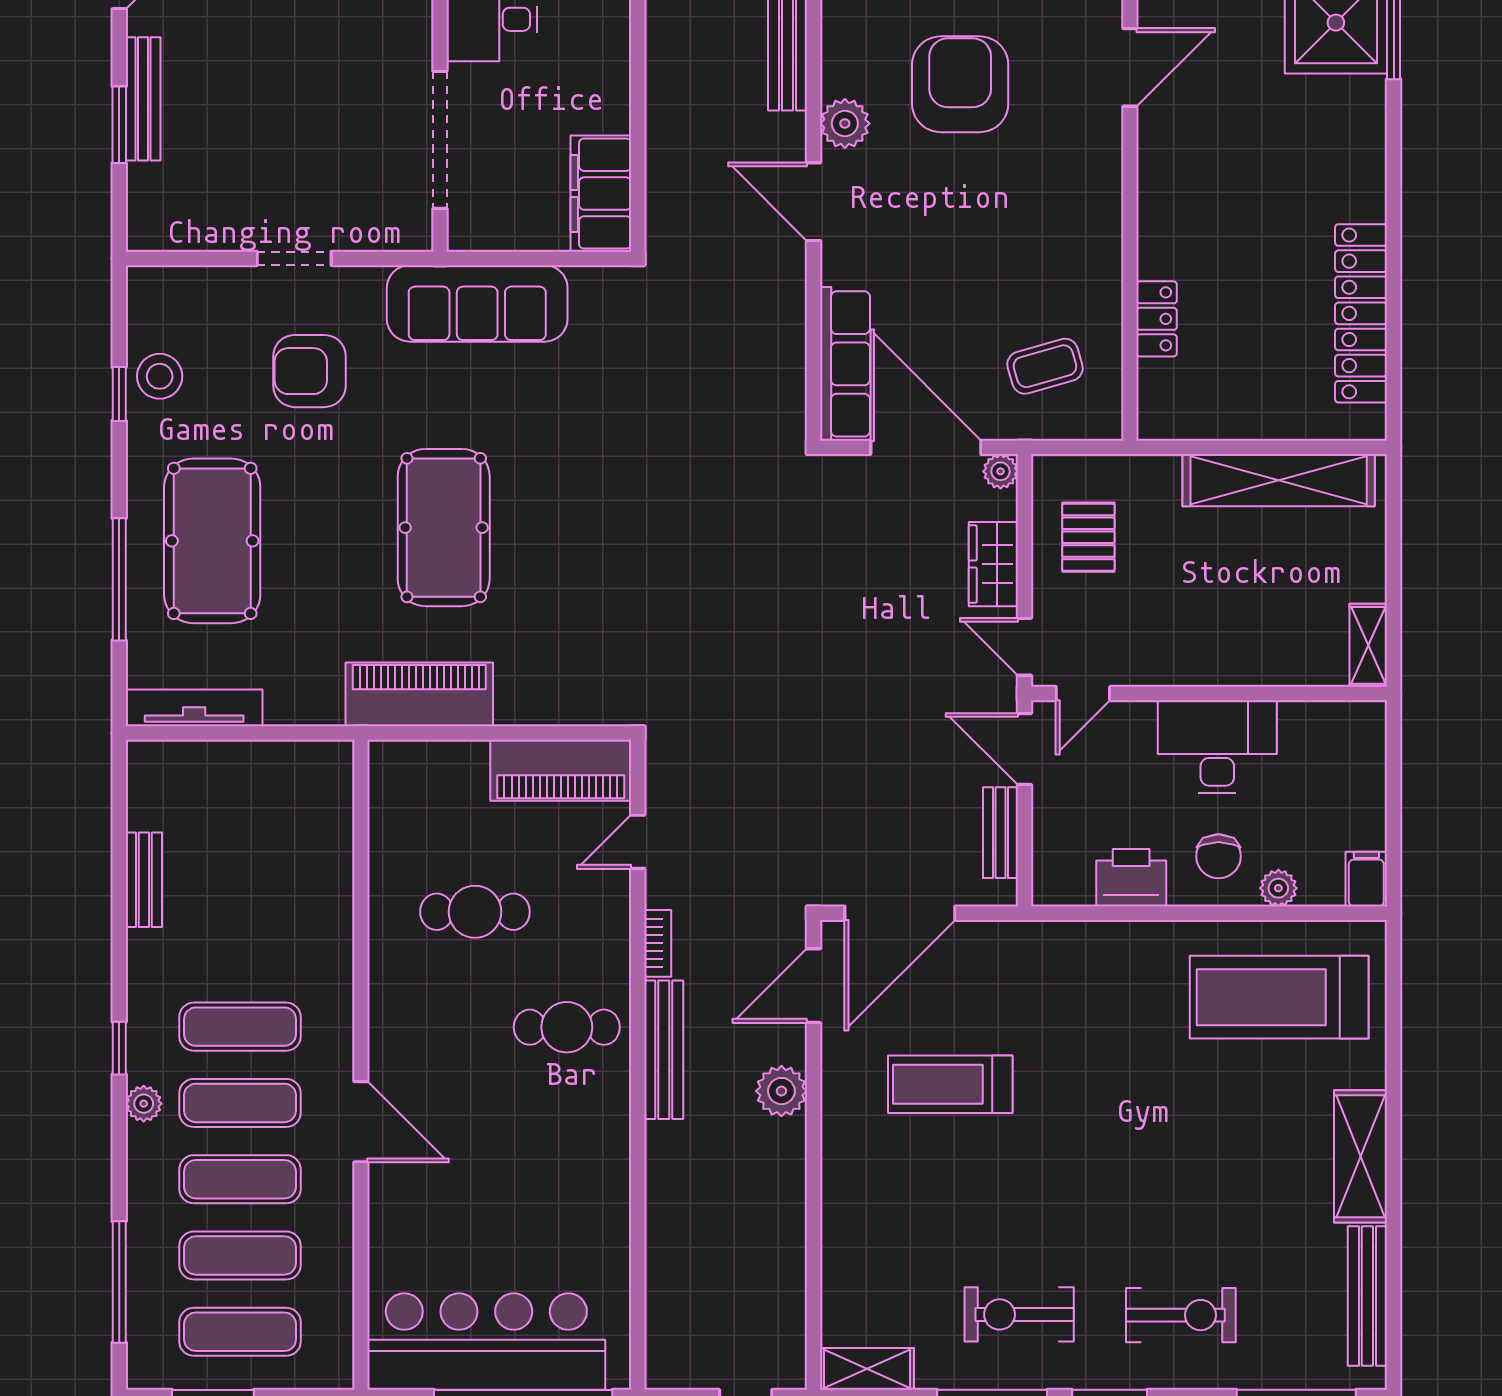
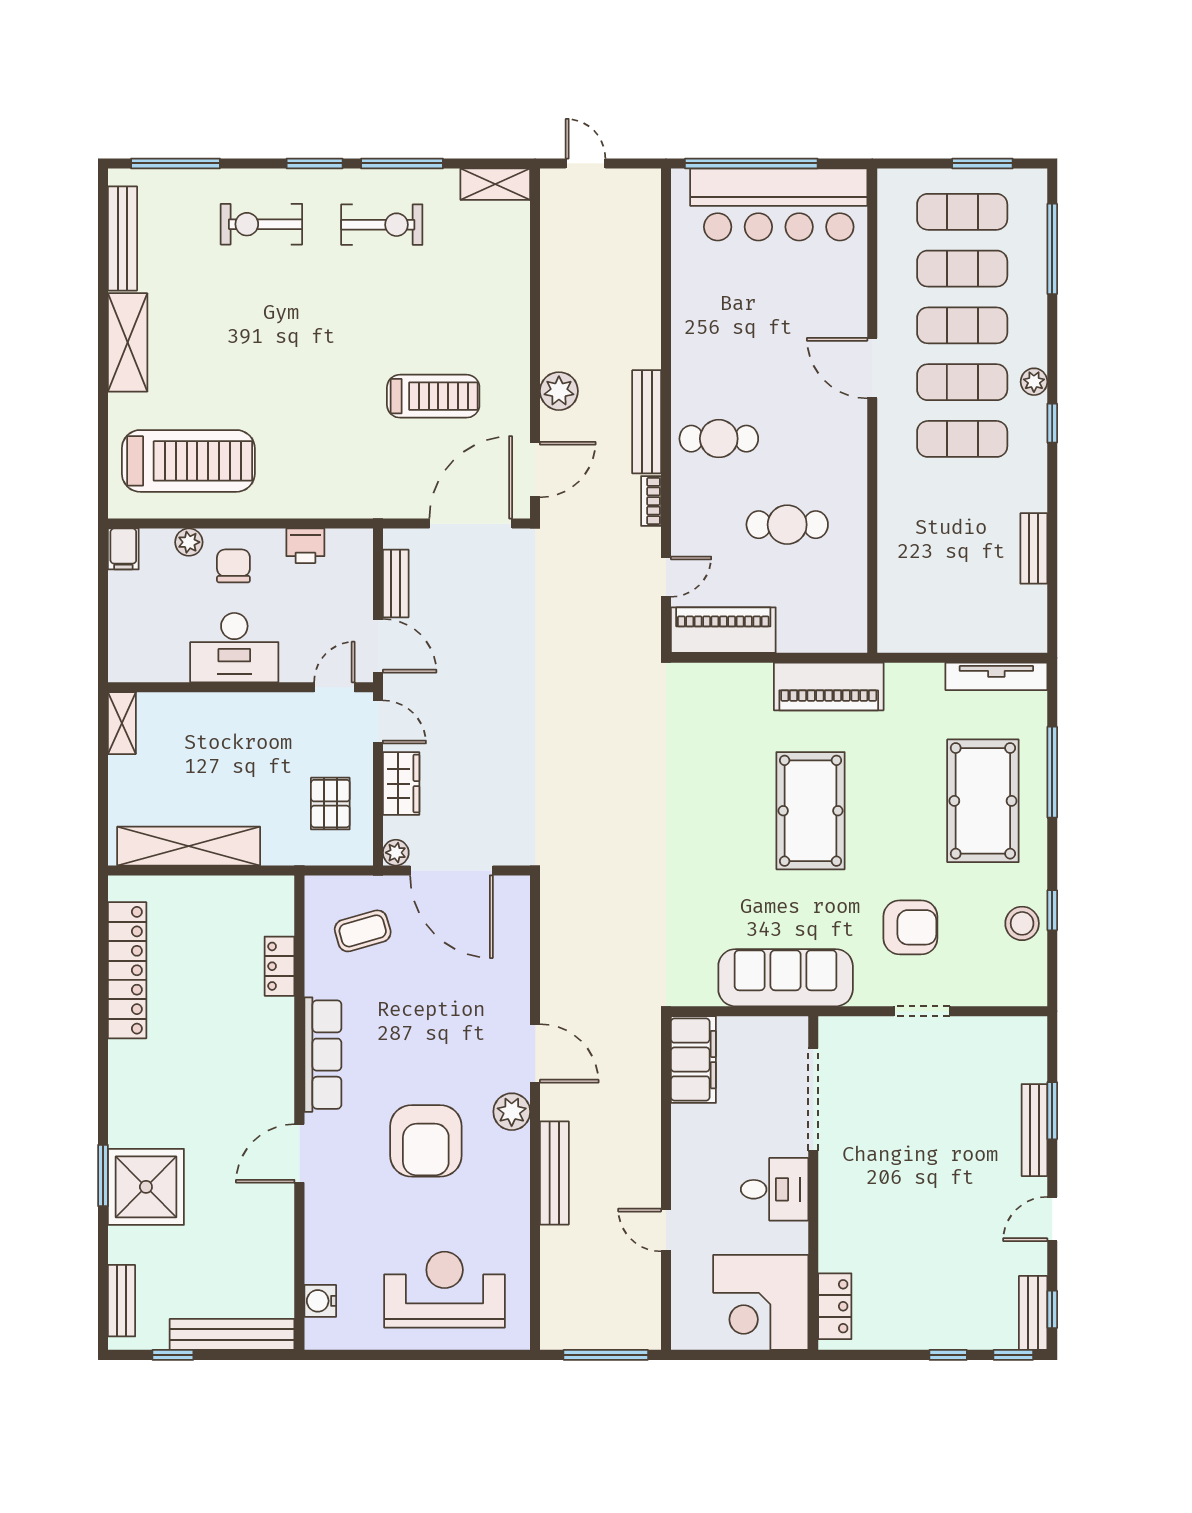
row of seats: (845, 364) -> (323, 1055), moved, turned 180
printer: (1131, 878) -> (305, 546), width x0.73, depth x0.81

